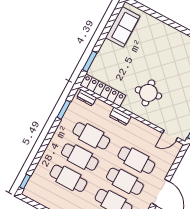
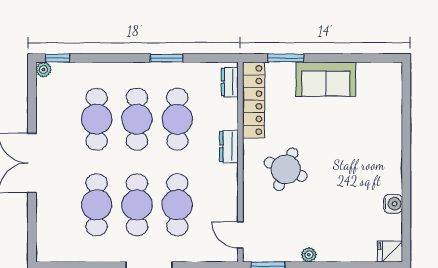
sofa: (123, 27) -> (326, 79), moved
round table: (148, 93) -> (286, 169), turned 34
window: (64, 110) -> (167, 58), moved
plant: (27, 192) -> (43, 70), added

